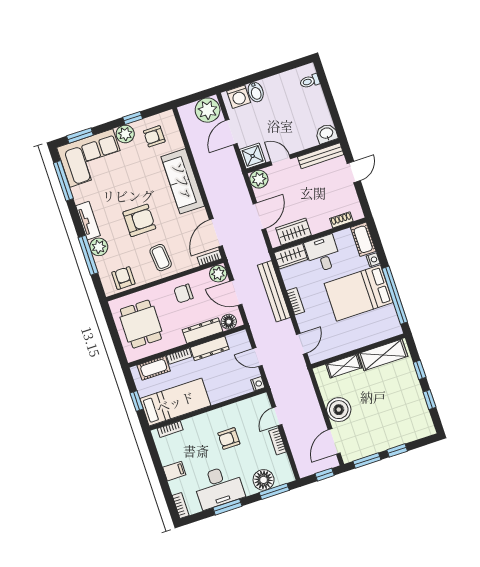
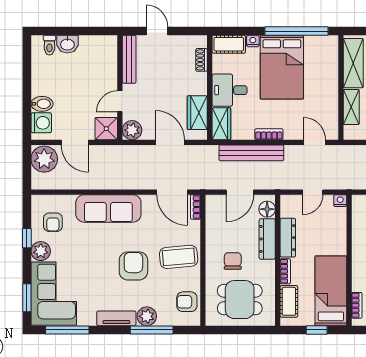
washbasin: (327, 134) -> (67, 44), moved, turned -90
coffee table: (161, 258) -> (179, 257), width x1.36, depth x1.30
plant: (218, 274) -> (215, 204), removed
chair: (183, 293) -> (233, 261), moved, turned 180

